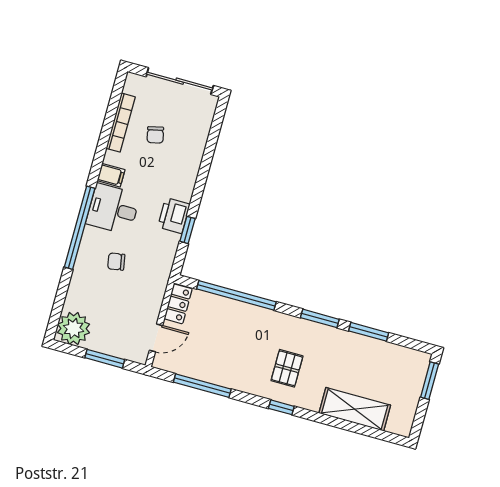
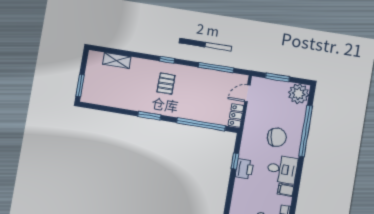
window: (80, 228) -> (306, 131), moved
chair: (116, 262) -> (277, 137), width x1.87, depth x1.87
window: (369, 332) -> (119, 111), removed
shelving: (355, 409) -> (117, 60), width x0.67, depth x0.75

